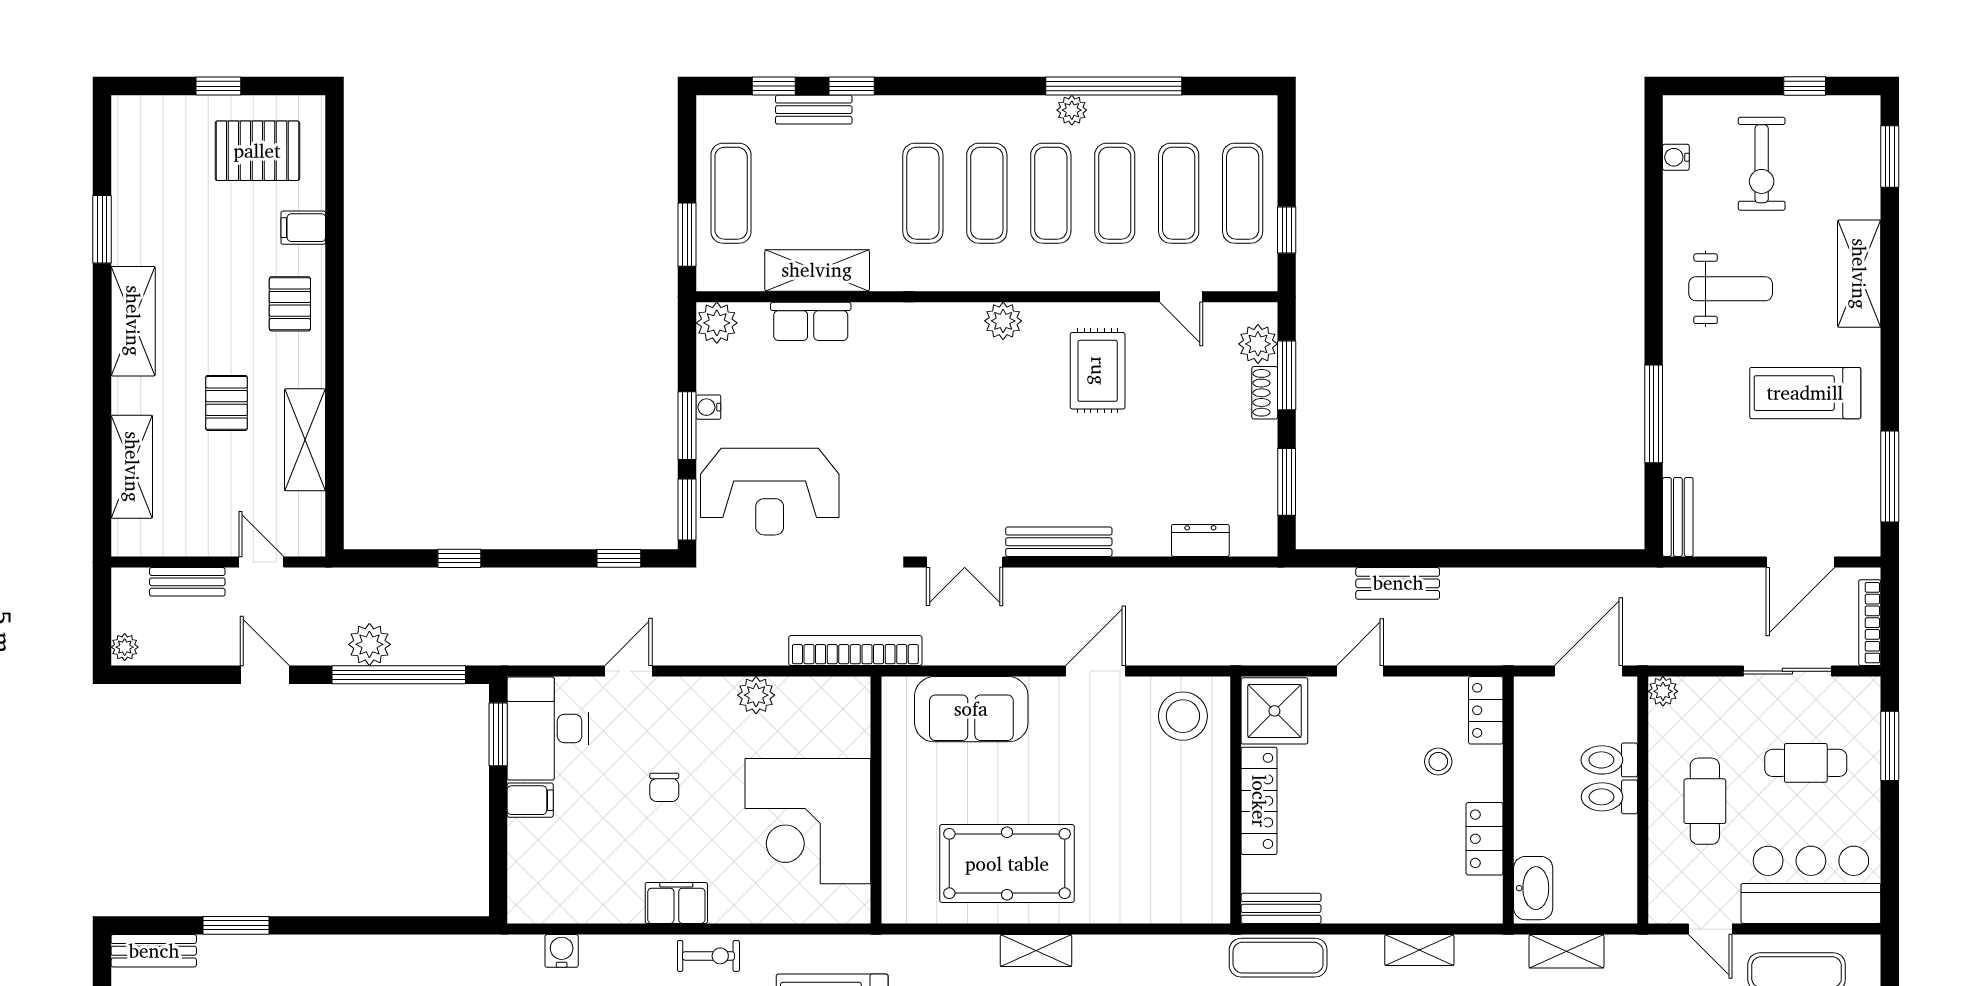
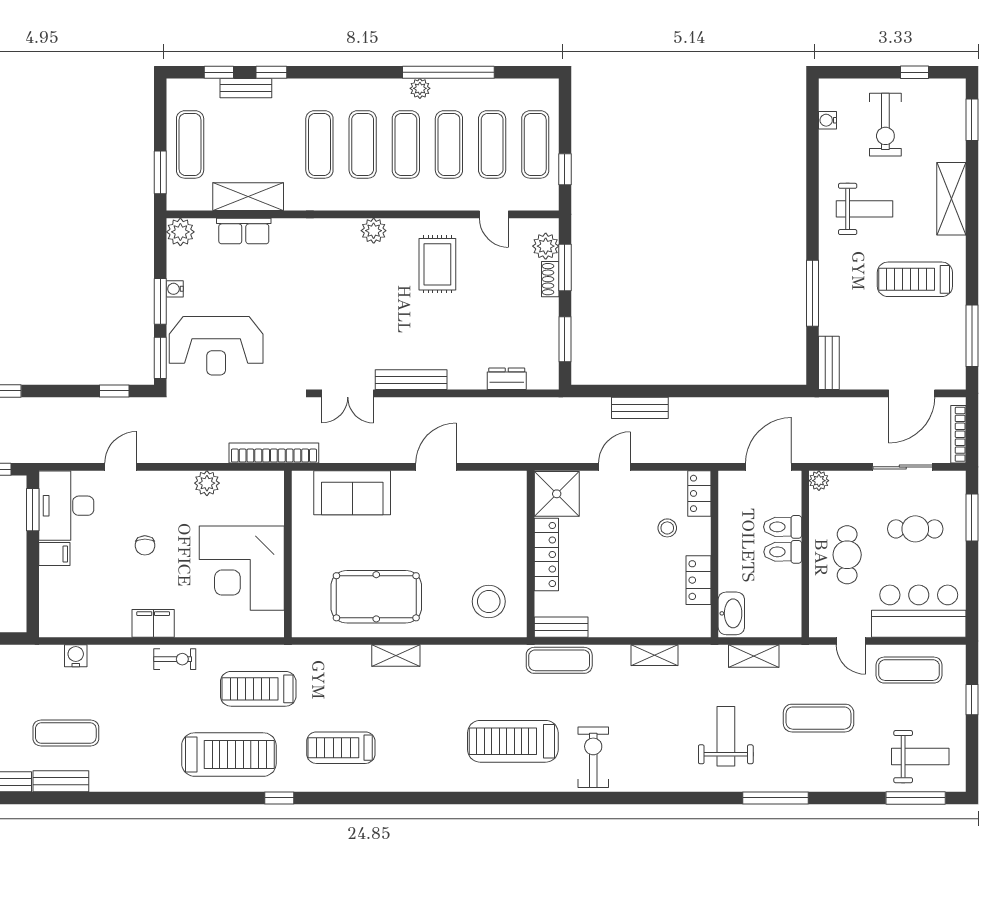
stool: (1183, 716) -> (489, 601), moved

